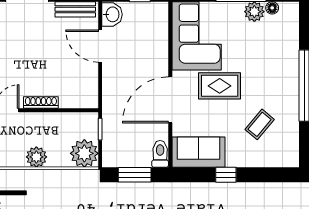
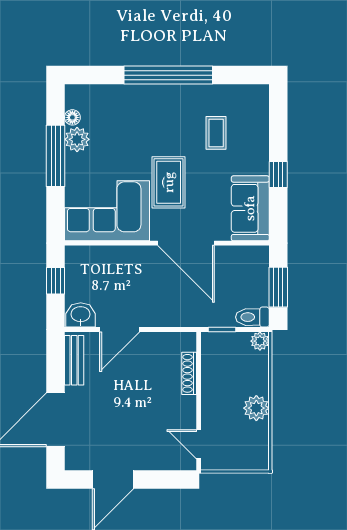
shoe rack: (41, 103) -> (189, 373), moved
coffee table: (260, 124) -> (216, 133), turned 50
plant: (84, 153) -> (260, 341), width x0.53, depth x0.53
toilet: (160, 154) -> (252, 317), moved

